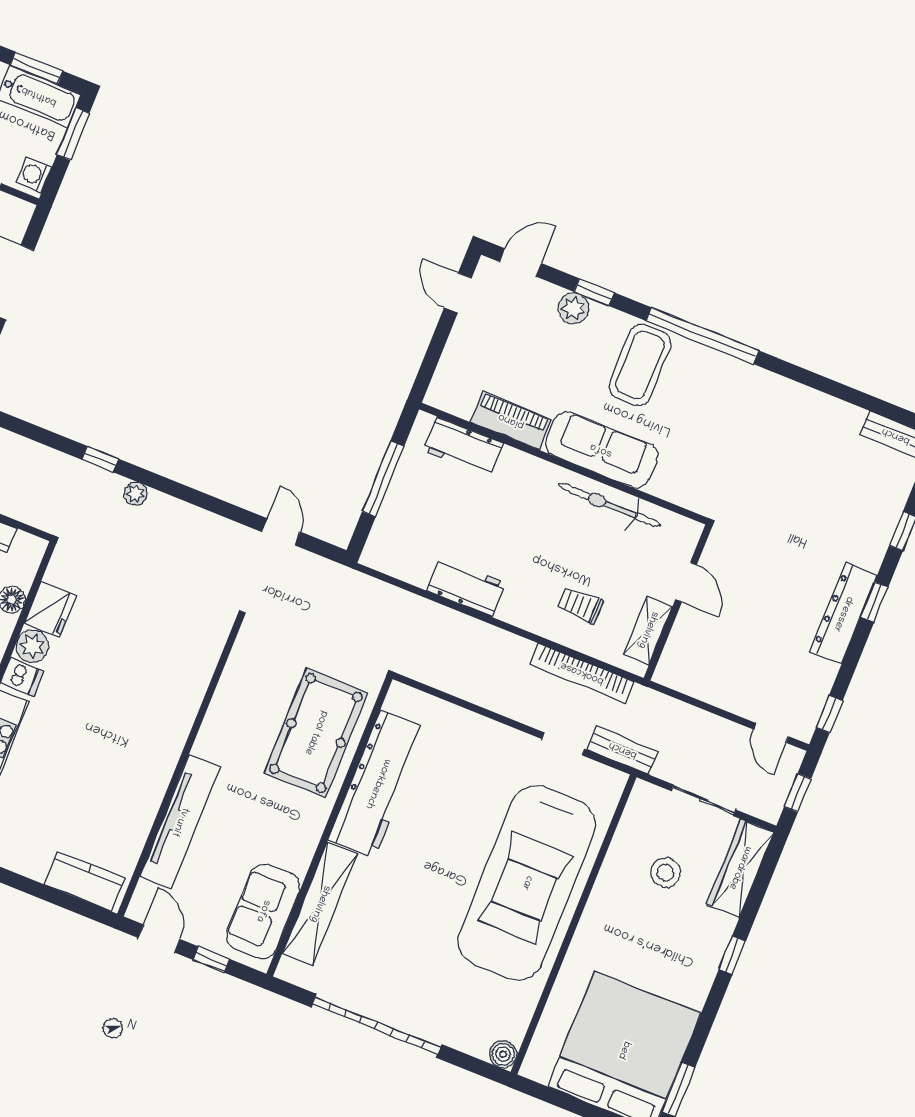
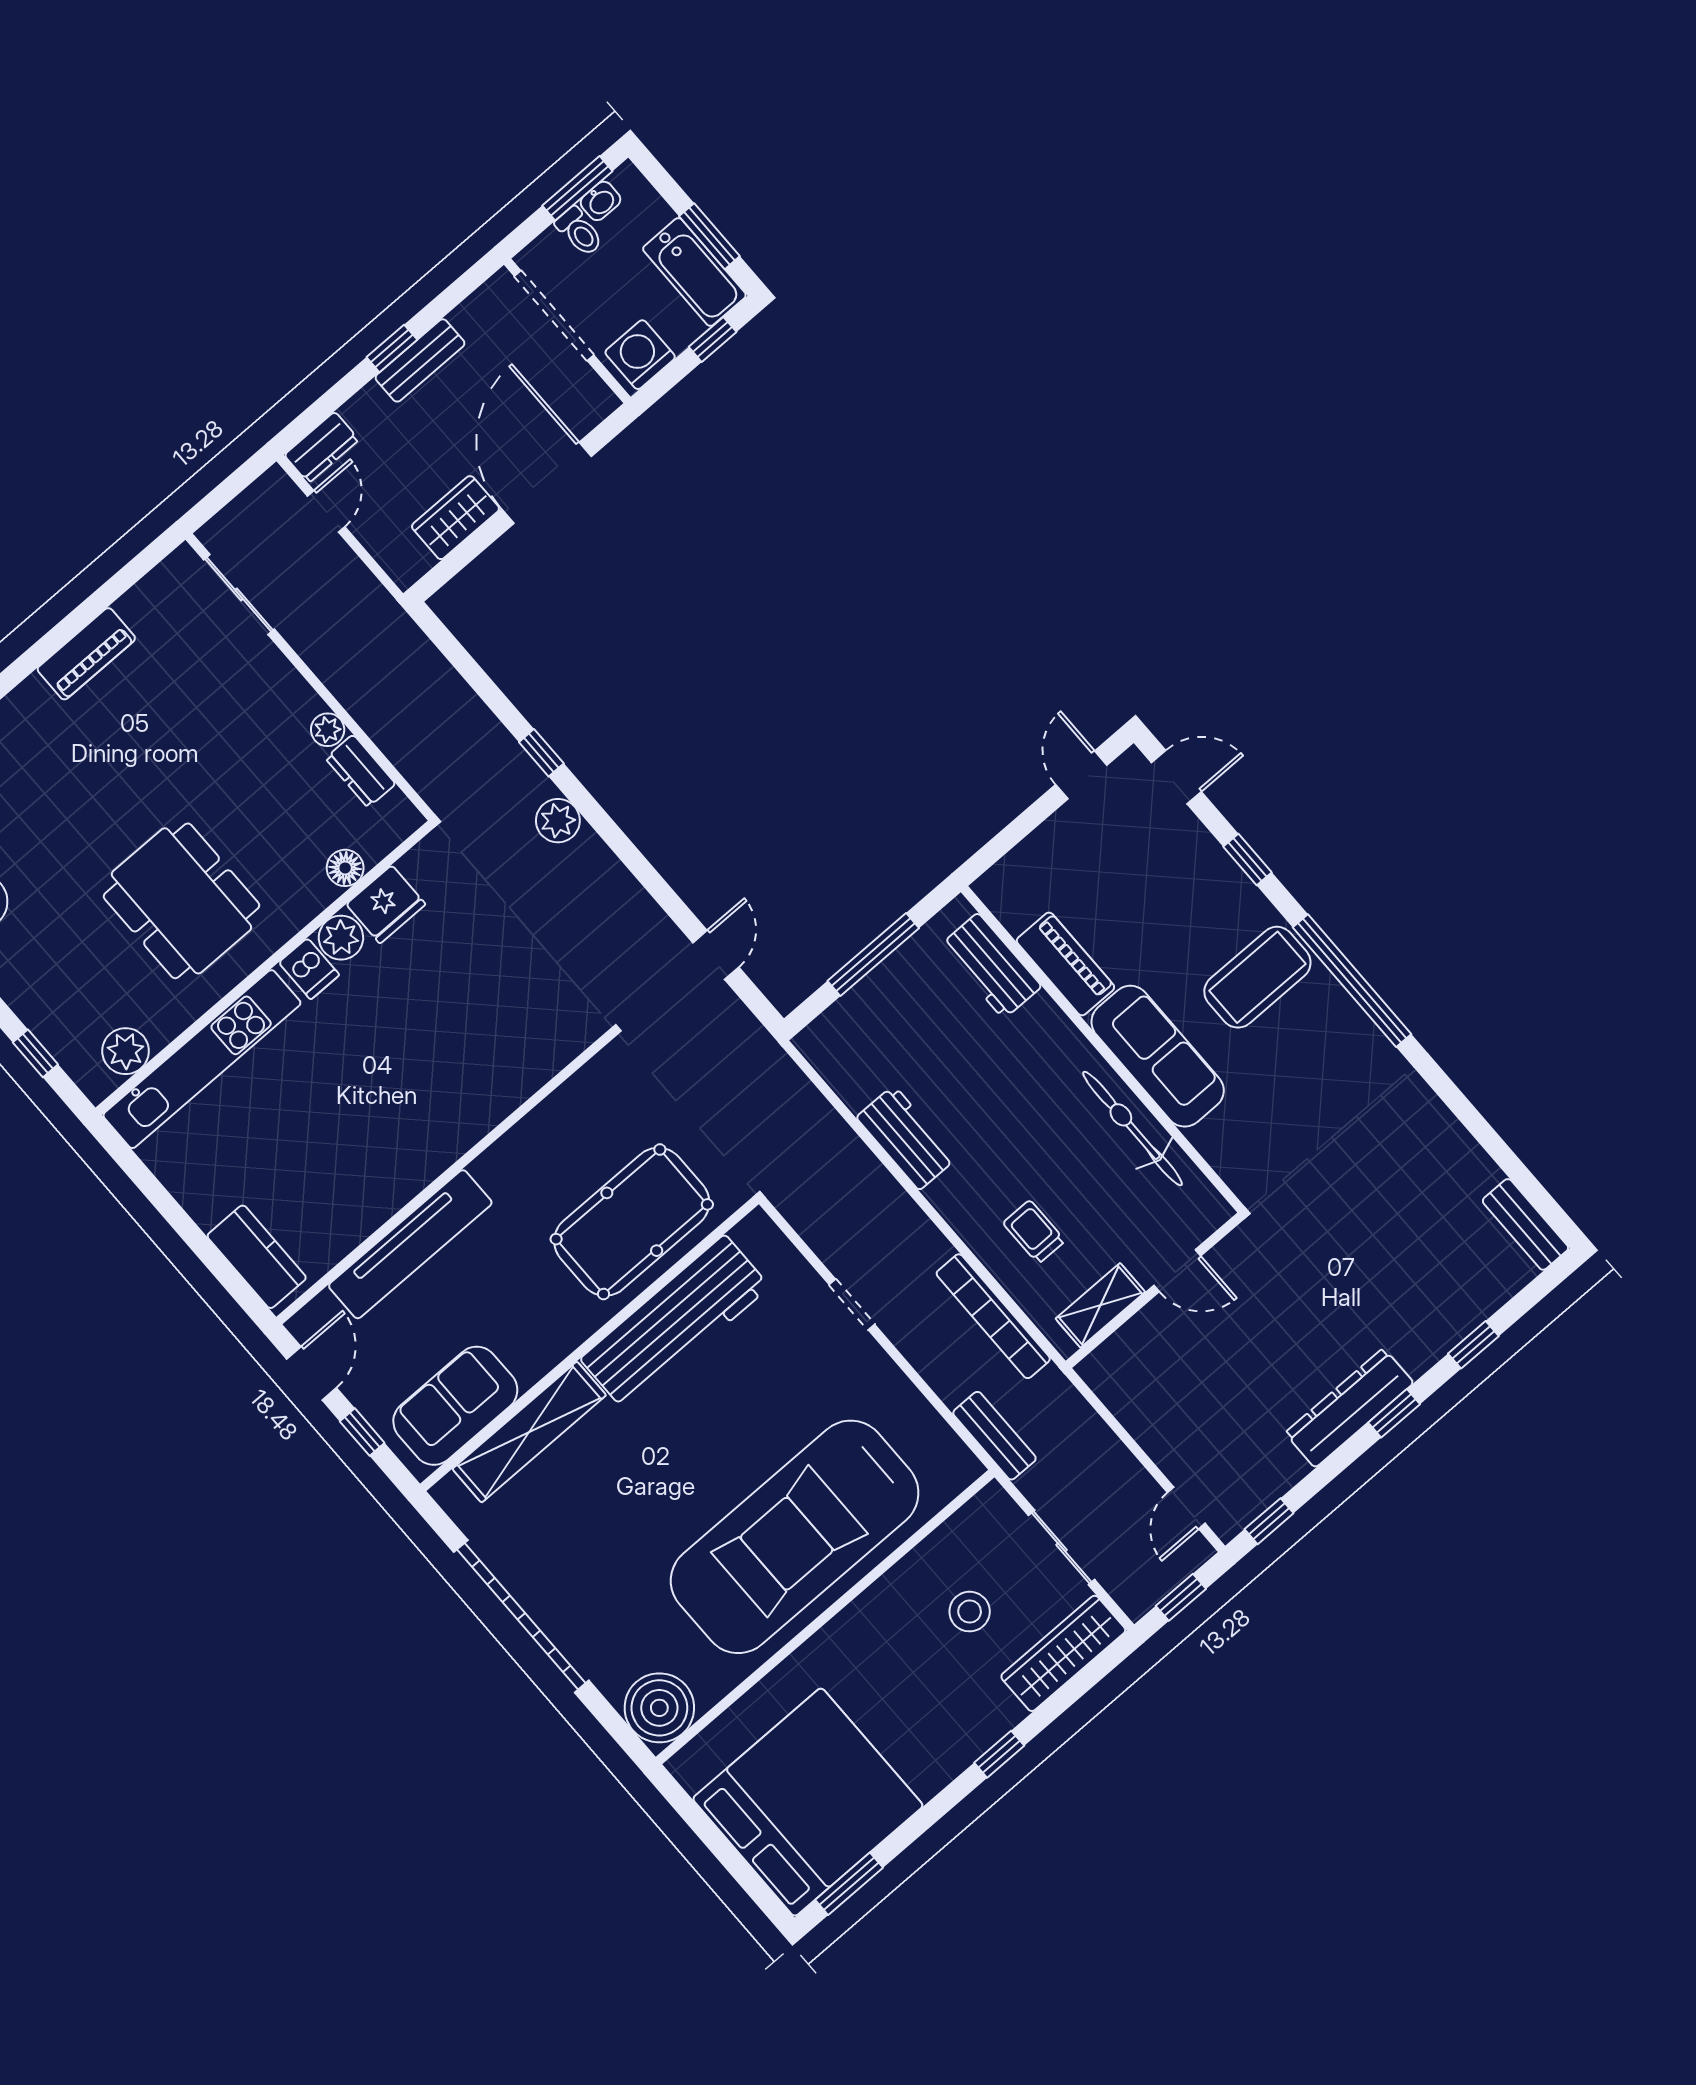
window: (73, 134) -> (713, 339), width x0.67
washing machine: (34, 175) -> (640, 355), width x1.38, depth x1.38
plant: (574, 308) -> (1212, 866), removed
plant: (135, 494) -> (558, 821), width x1.38, depth x1.38
door: (686, 582) -> (1177, 1271), hinge flipped
doorway: (563, 744) -> (852, 1304), moved
boiler: (503, 1054) -> (659, 1708), width x1.86, depth x1.86

